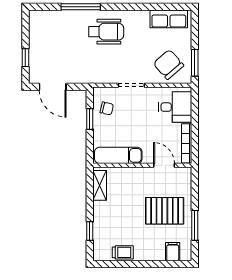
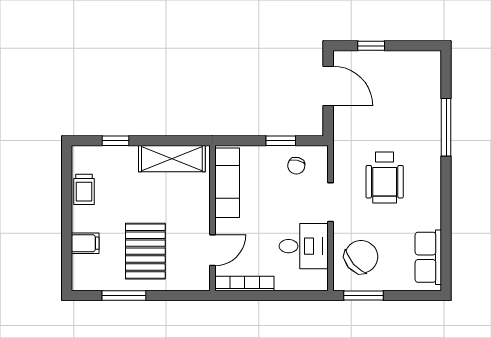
wheelchair: (106, 32) -> (385, 178), moved
door: (53, 87) -> (328, 86), swing flipped
desk: (175, 107) -> (304, 246), moved, turned -90
shelving: (100, 185) -> (172, 159), width x1.50, depth x1.33
filing cabinet: (173, 252) -> (85, 243), moved

